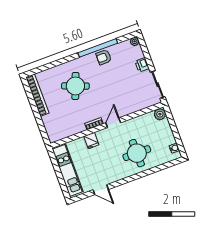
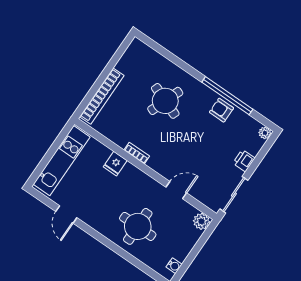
bookcase: (37, 95) -> (102, 96), moved
door: (113, 123) -> (176, 190), moved

